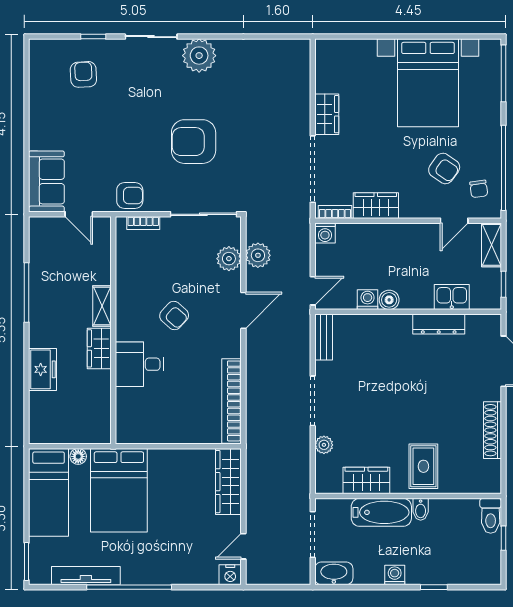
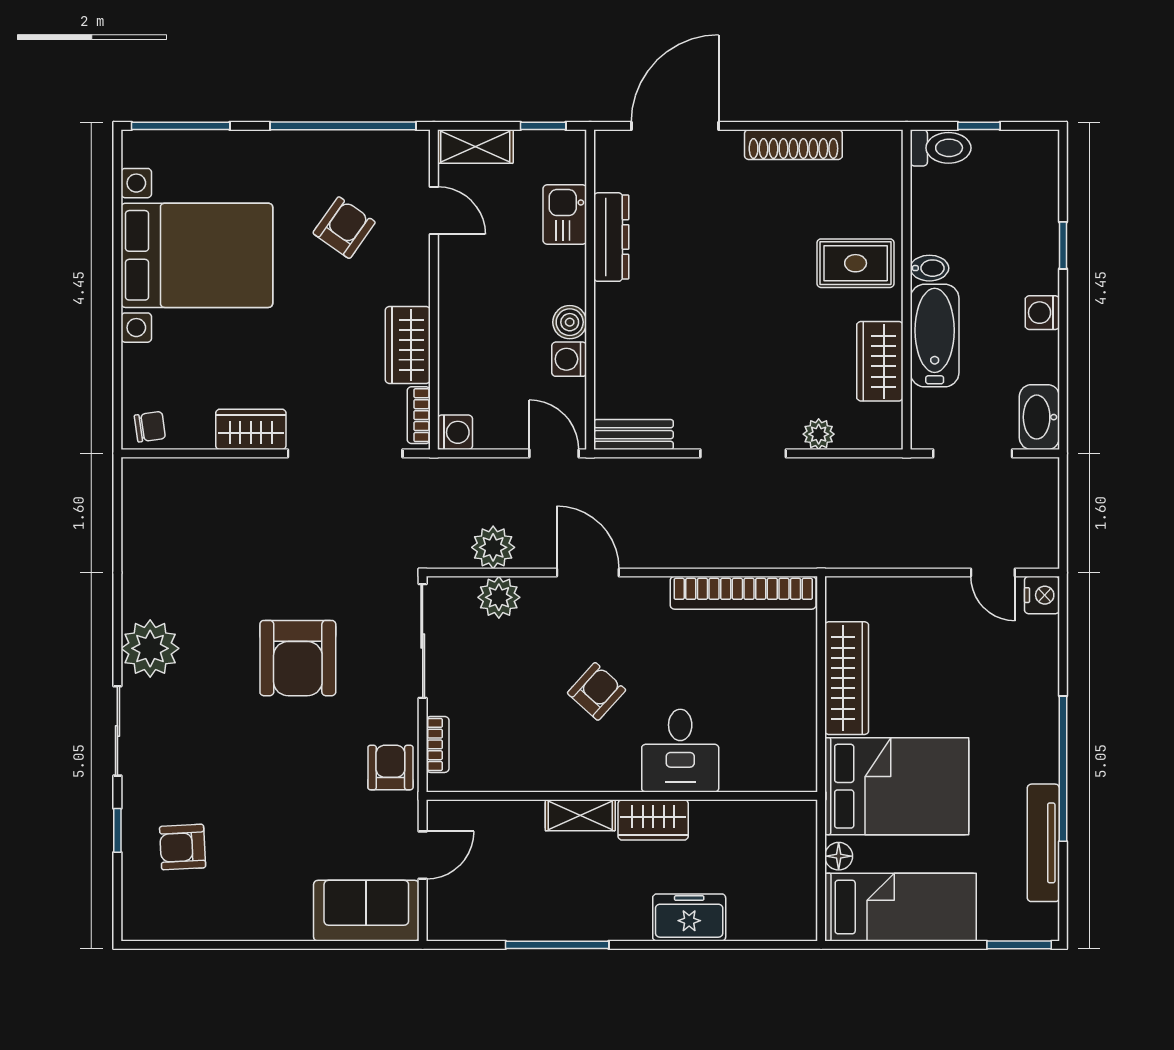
chair: (479, 189) -> (150, 427), moved
wardrobe: (228, 482) -> (847, 678), moved, turned -90

